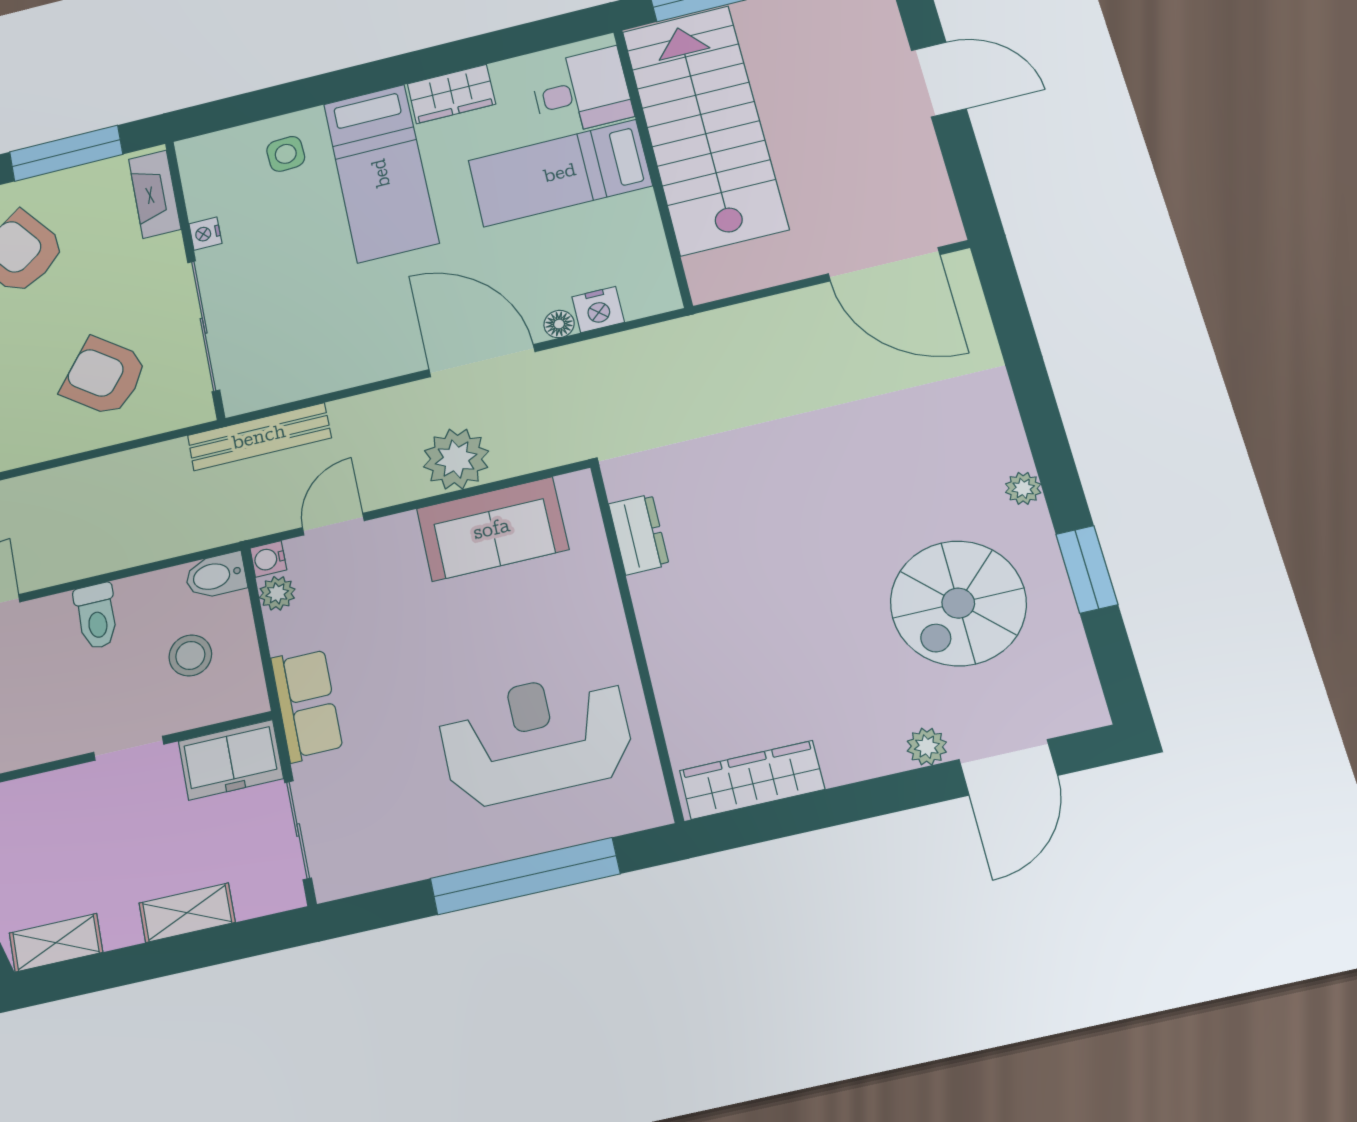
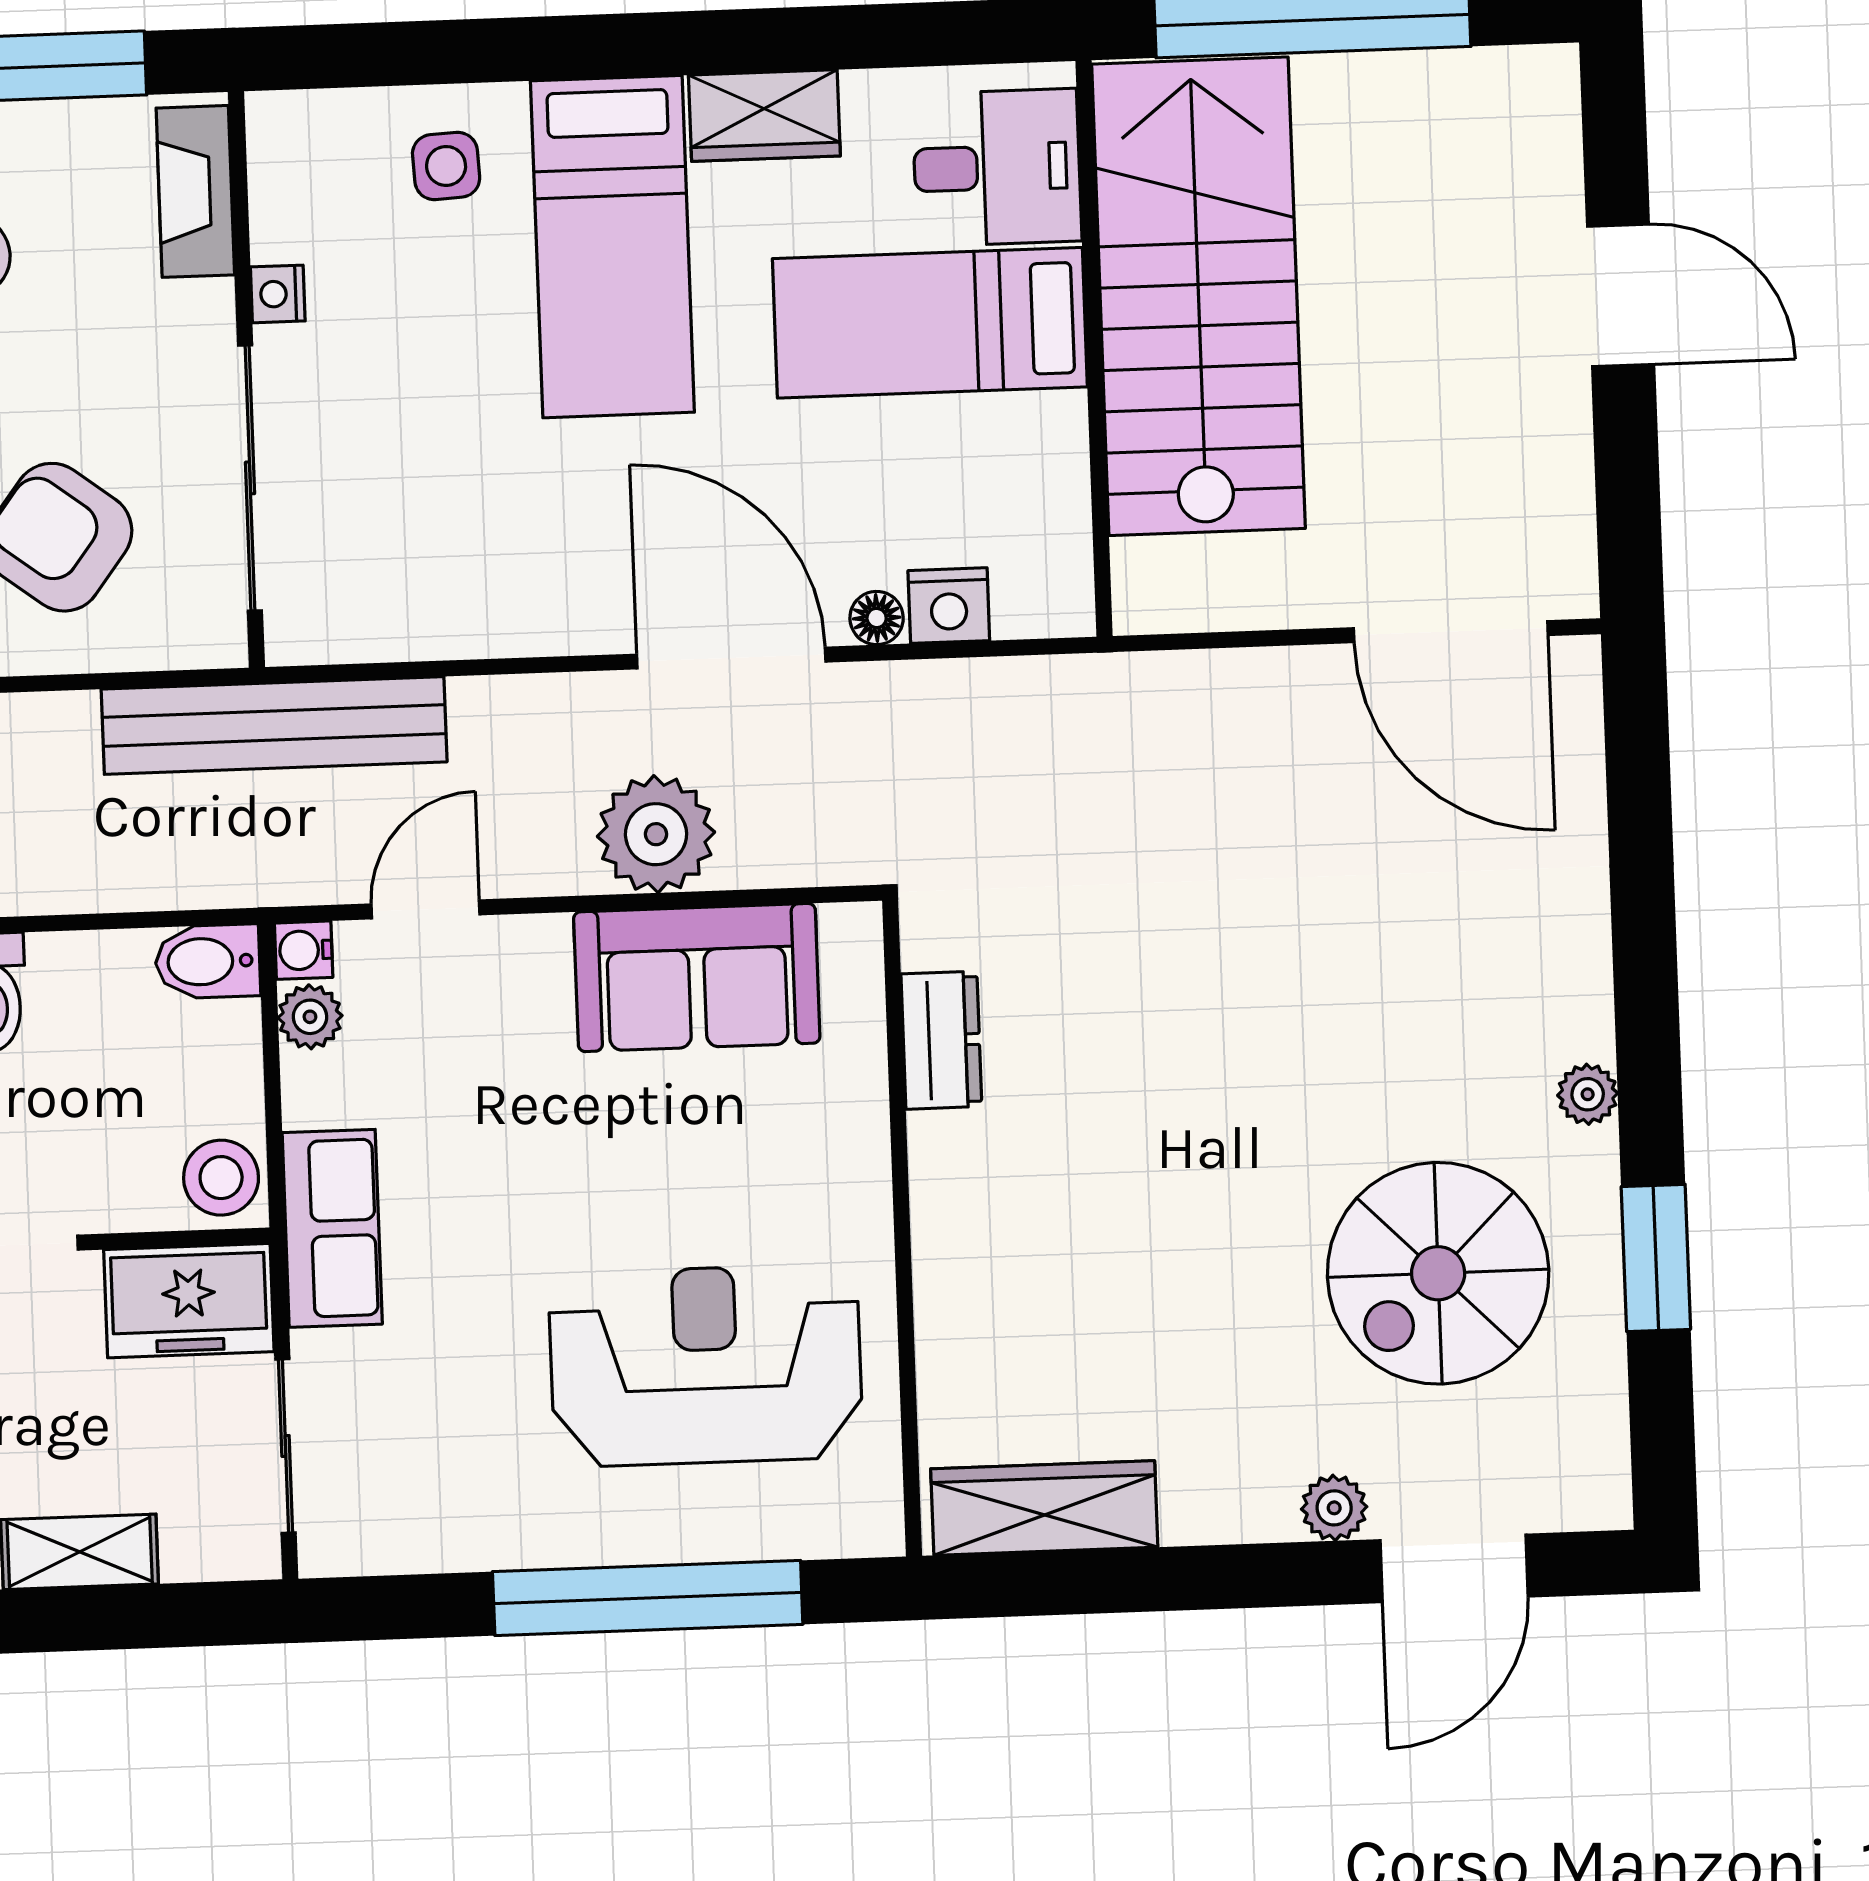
bench: (259, 437) -> (274, 725), width x1.37, depth x1.21
stool: (190, 655) -> (221, 1178), moved

